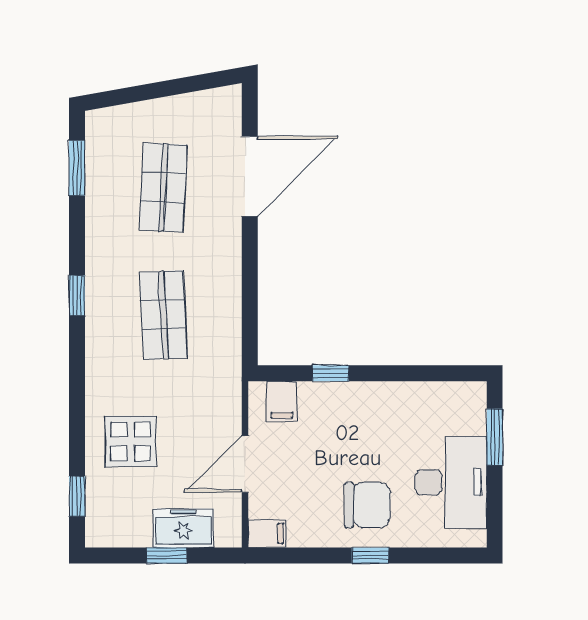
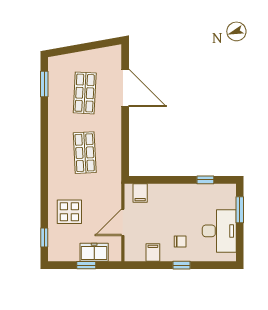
door: (250, 176) -> (125, 88), hinge flipped
window: (77, 296) -> (44, 144), removed
window: (330, 373) -> (205, 180), moved
chair: (367, 505) -> (180, 241), width x0.54, depth x0.54
filing cabinet: (267, 533) -> (153, 253), moved, turned -90

